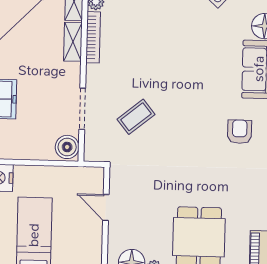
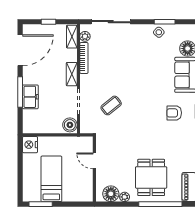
shelving: (73, 42) -> (72, 74), moved
armchair: (240, 132) -> (174, 113), turned -90

